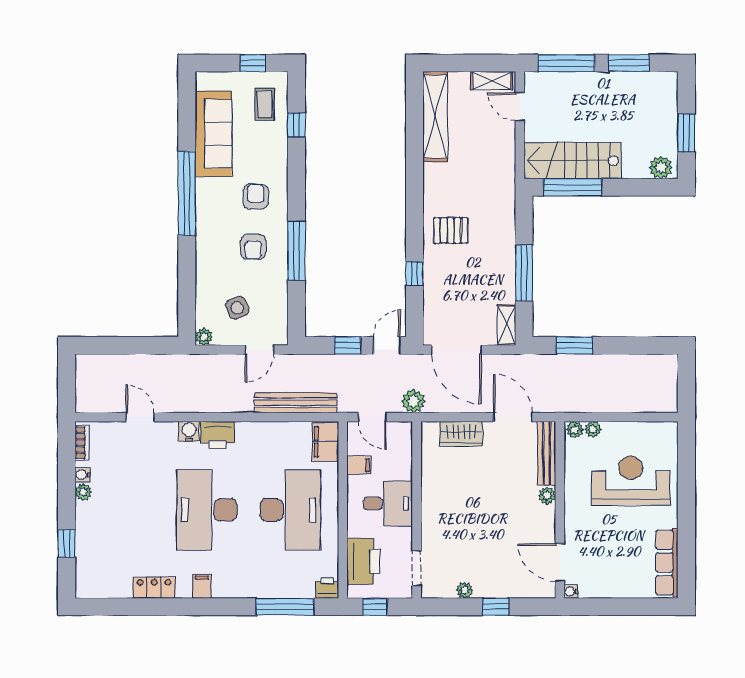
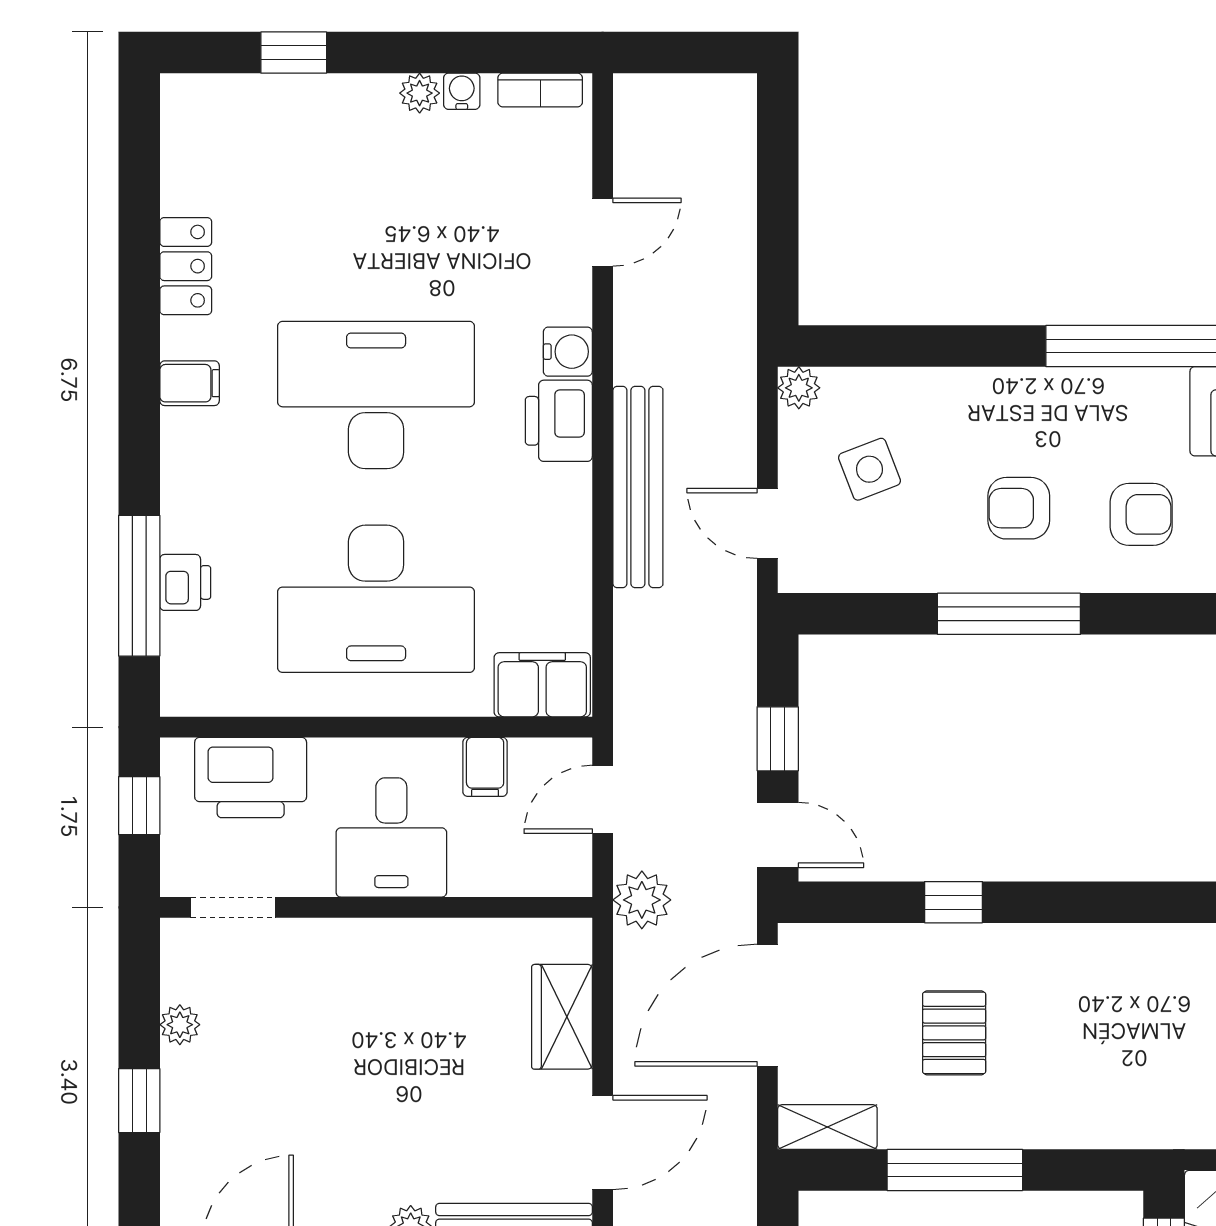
pallet: (451, 231) -> (954, 1033), moved
bench: (296, 403) -> (638, 487), moved
printer: (327, 588) -> (185, 582), moved

